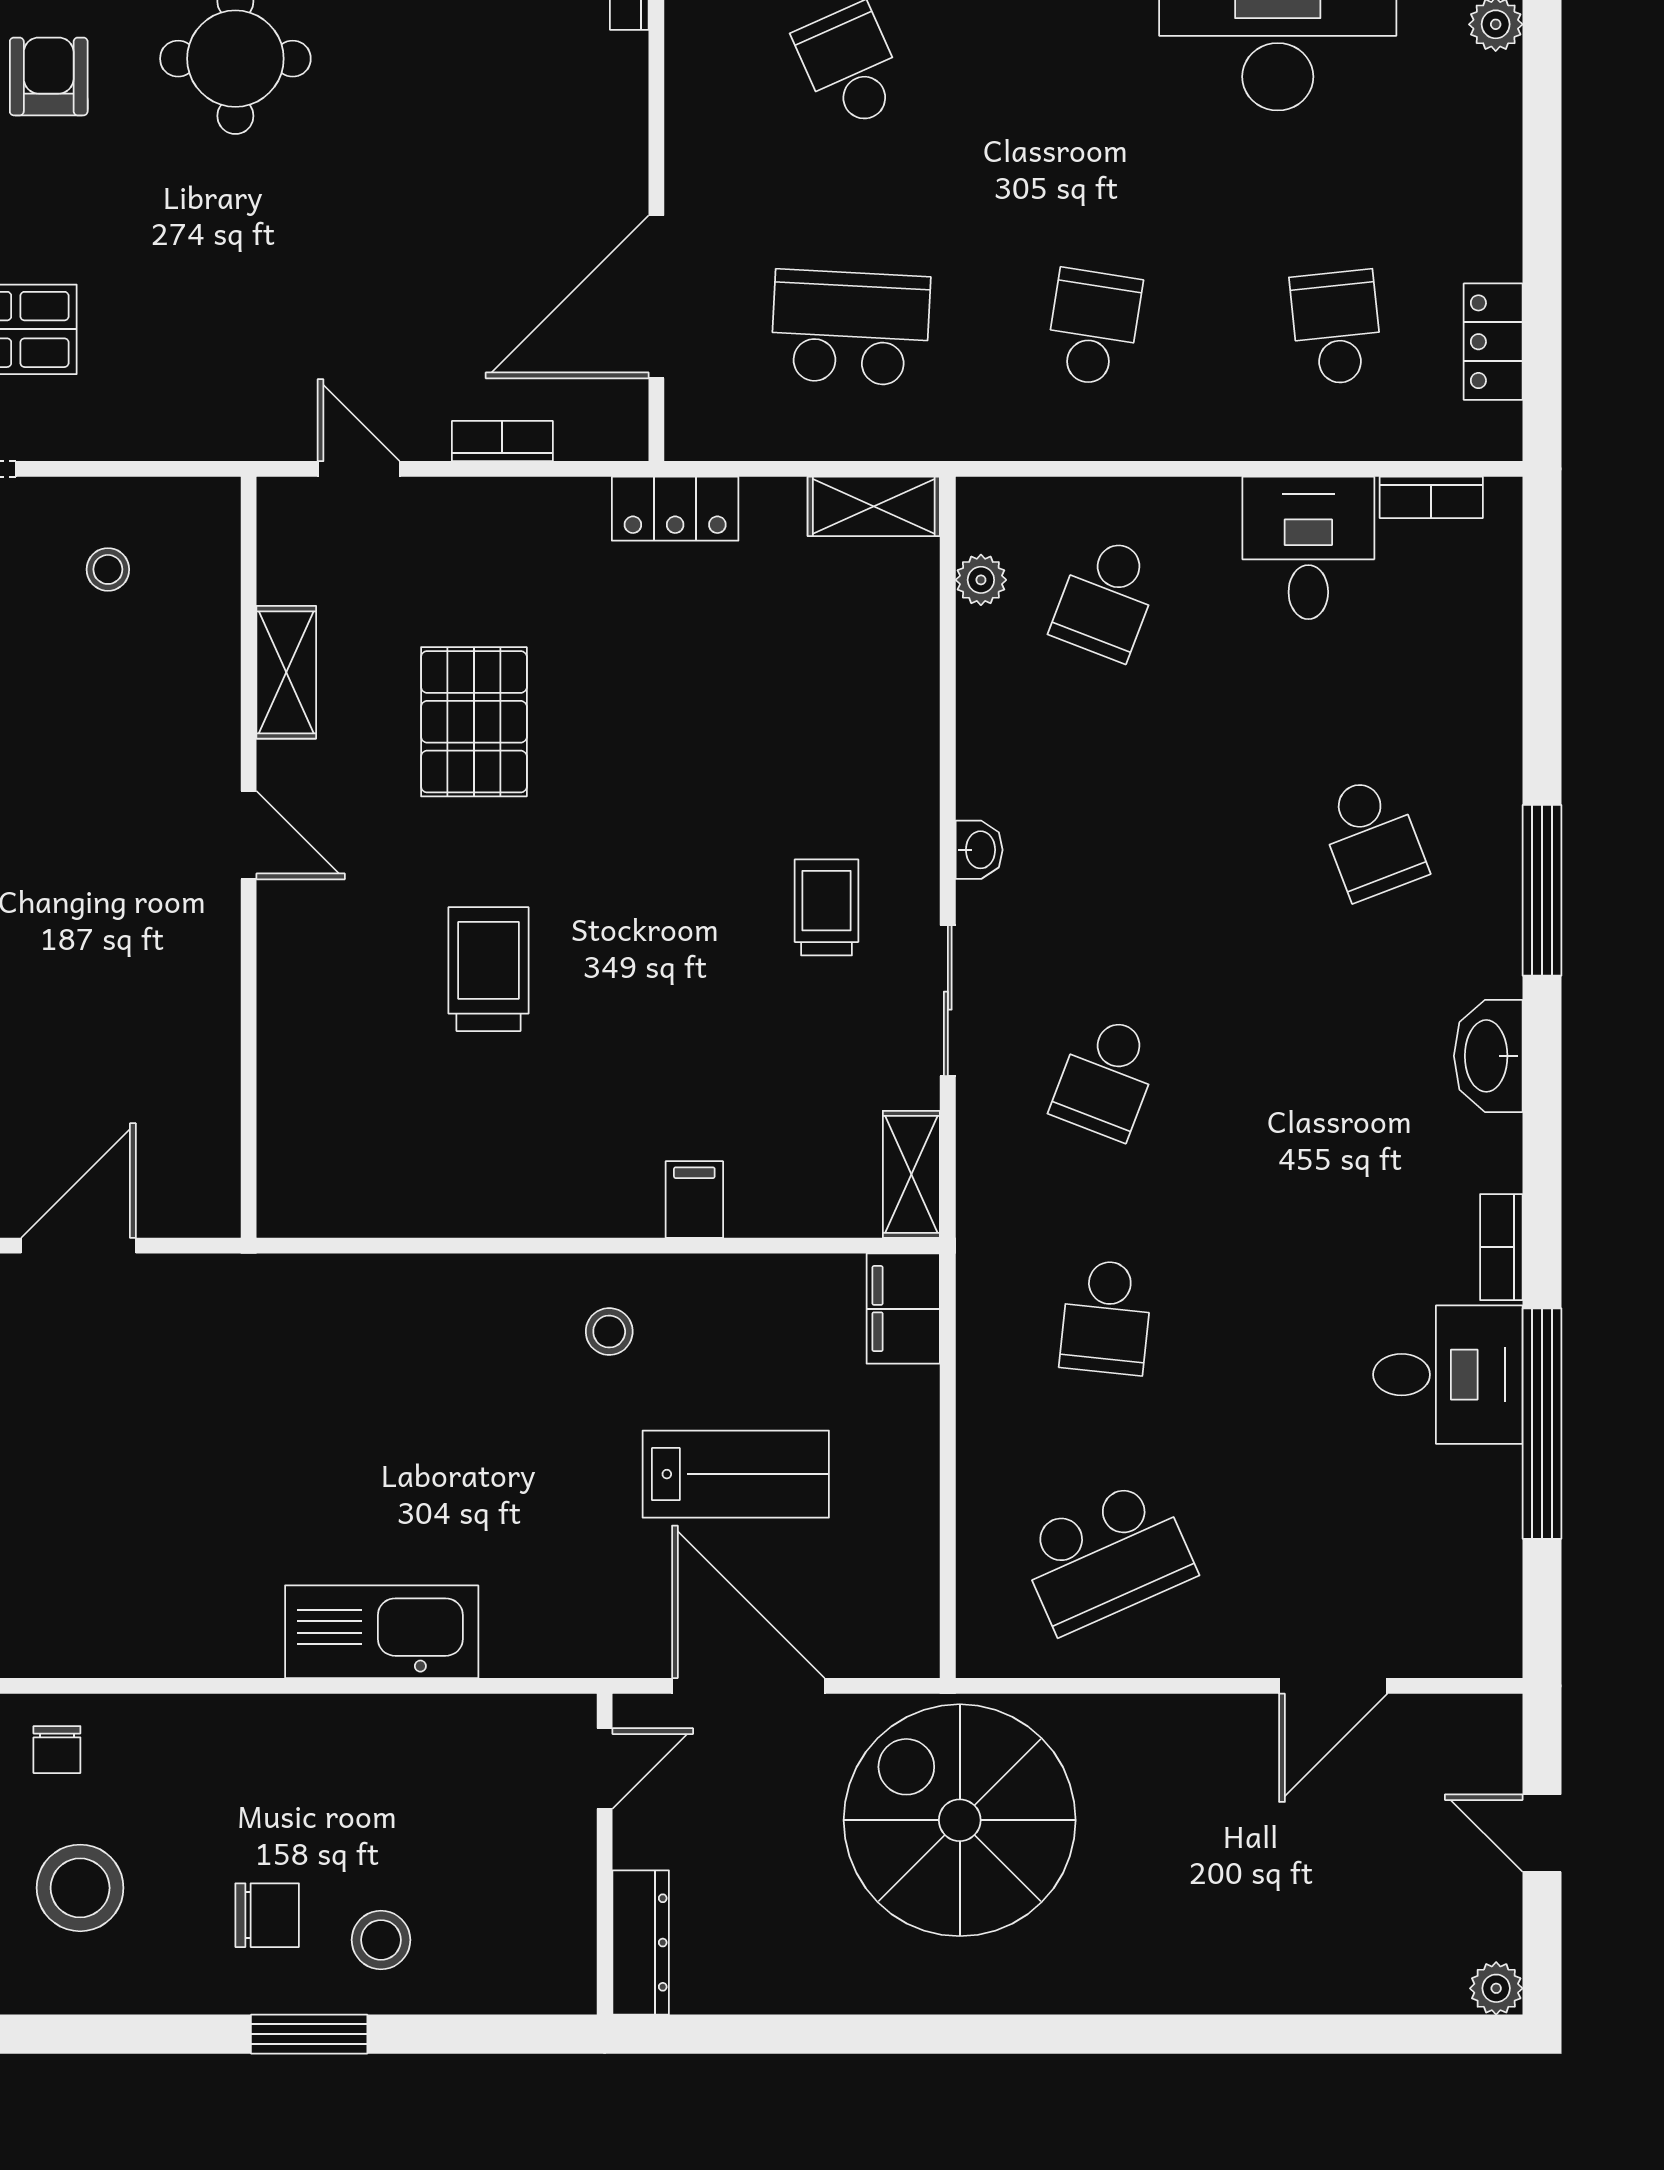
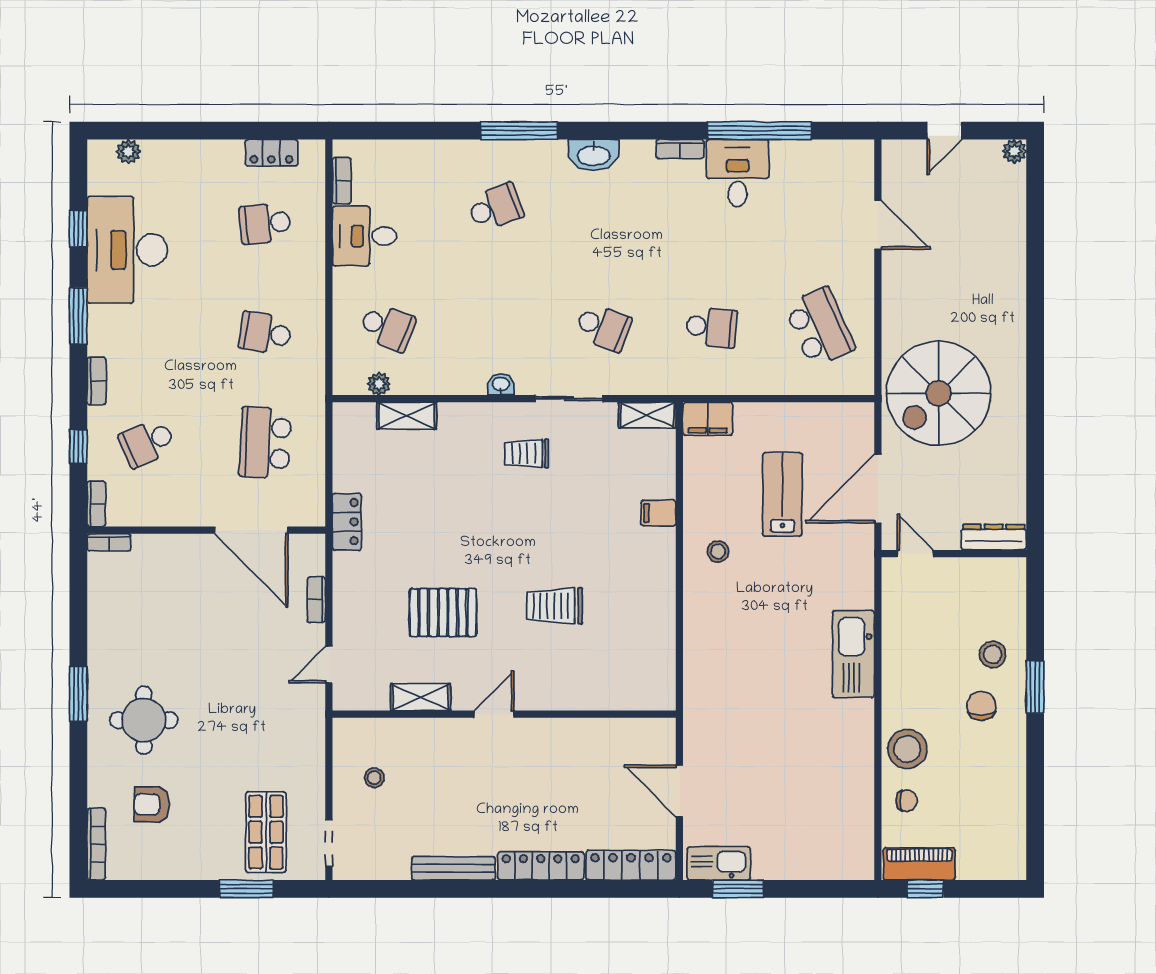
shelving: (874, 506) -> (407, 416), moved, turned 90
stool: (80, 1888) -> (907, 749), moved

